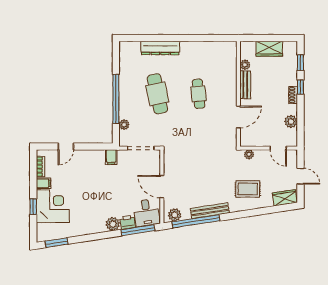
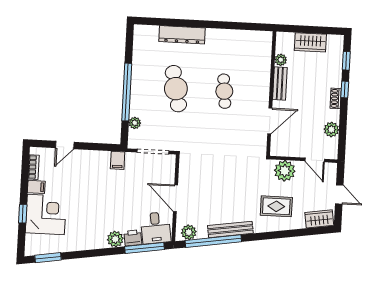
plant: (249, 154) -> (285, 171), width x1.87, depth x1.87

